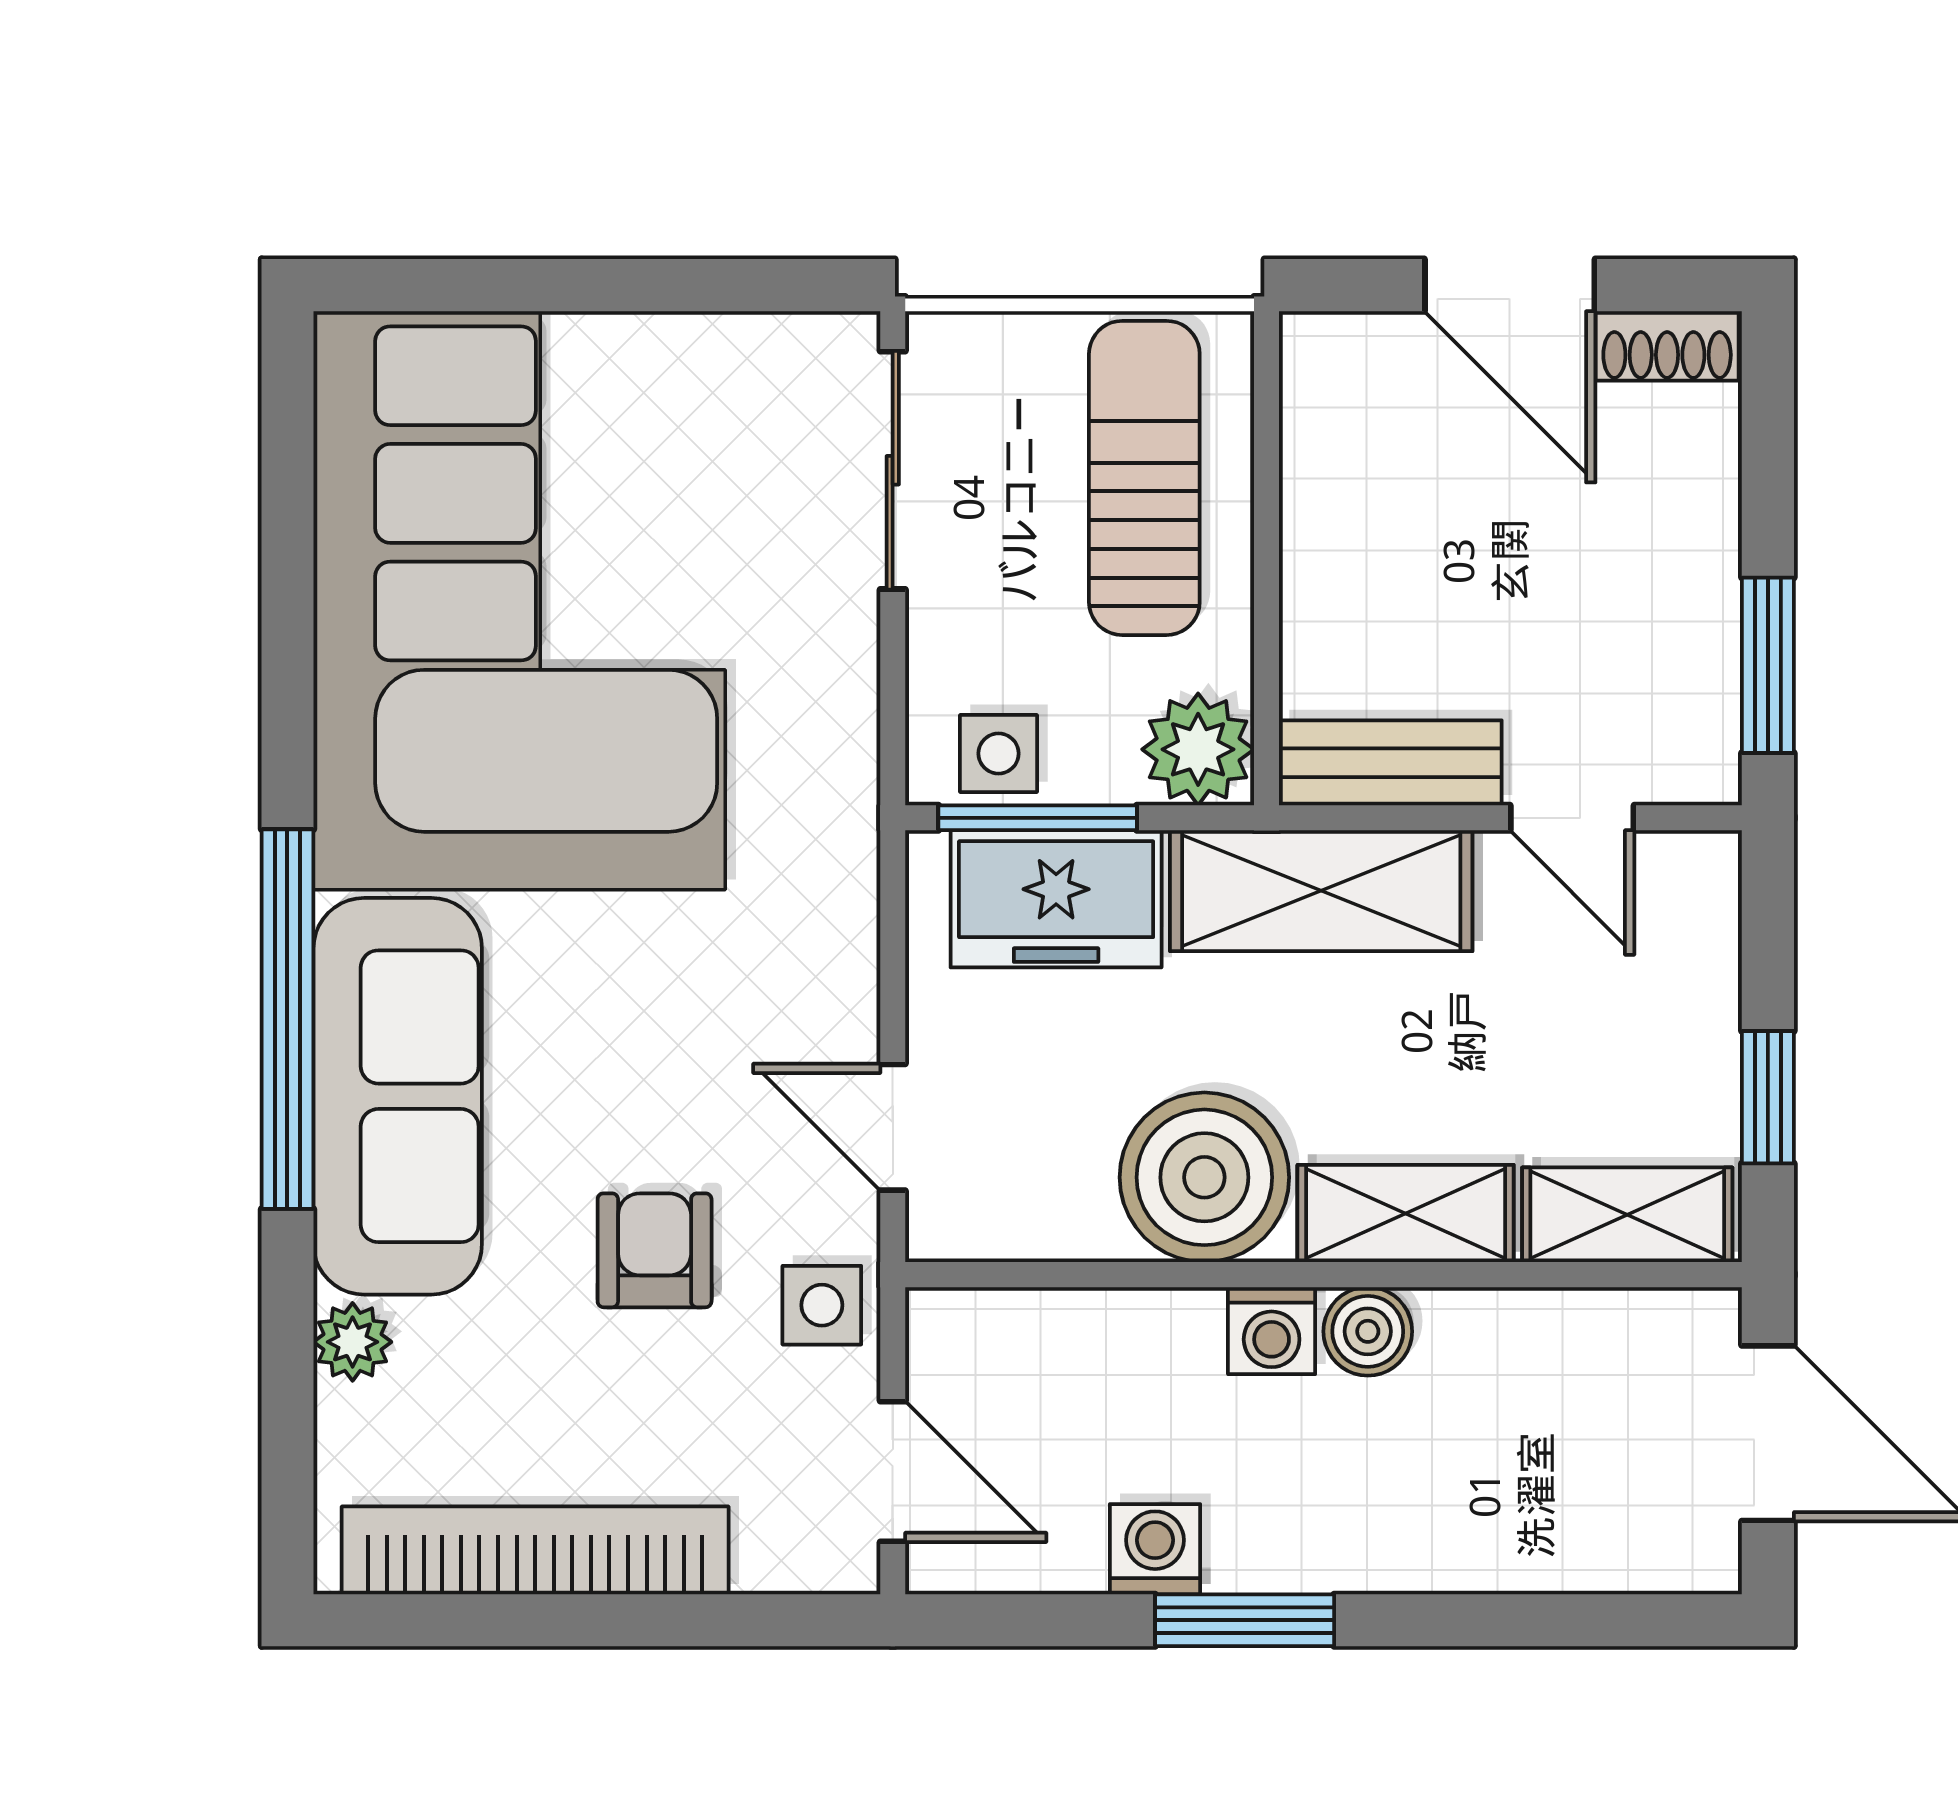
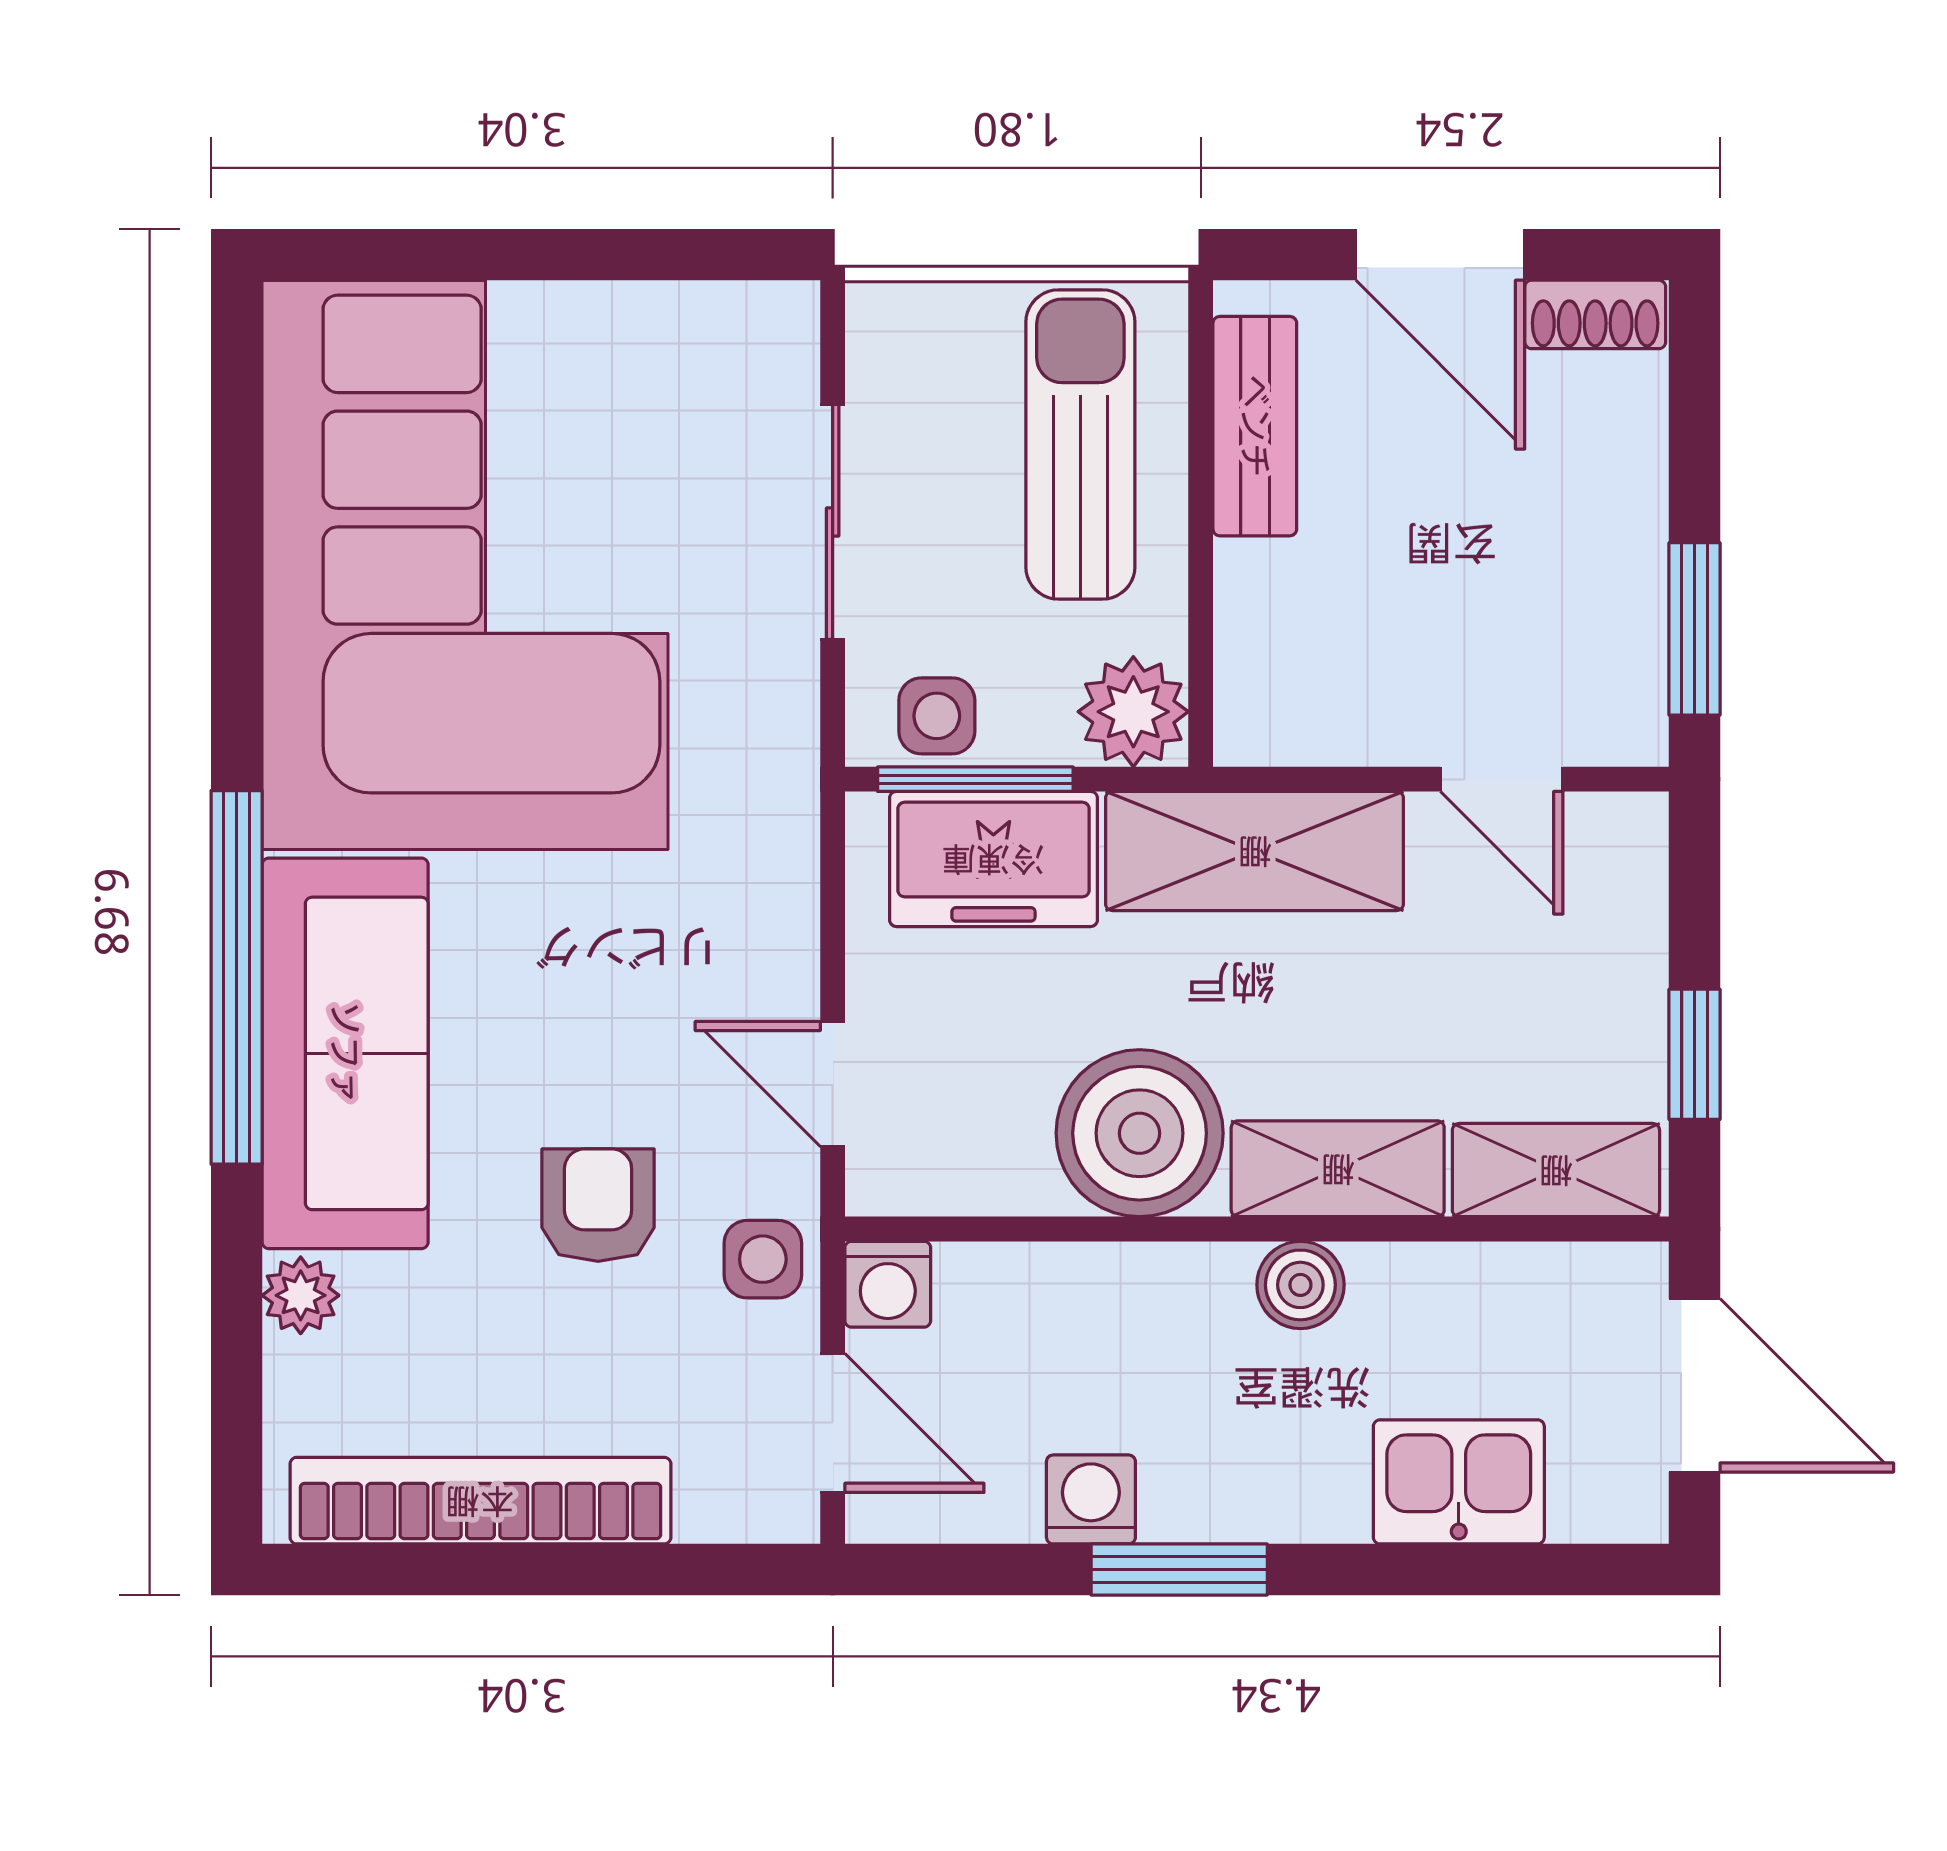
sliding door: (893, 470) -> (833, 522), moved
bench: (1390, 763) -> (1255, 426), moved, turned 90
washing machine: (1272, 1331) -> (888, 1284), moved
kitchen sink: (1529, 1531) -> (1459, 1482), added

